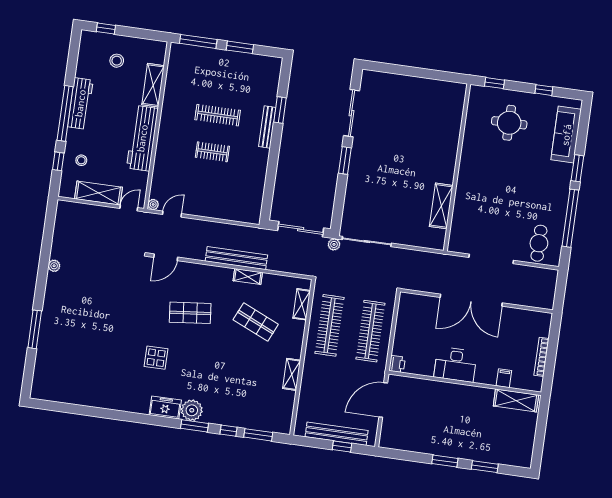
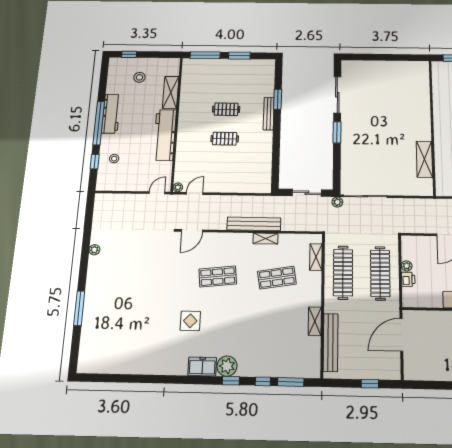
clothes rail: (218, 115) -> (226, 109), width x0.73
shelving: (98, 193) -> (130, 184), removed
sliding door: (301, 229) -> (307, 193), width x0.73
shop shelf: (256, 322) -> (277, 278), turned -33
plant: (401, 327) -> (407, 266), added
printer: (397, 364) -> (408, 279), moved
window: (195, 426) -> (231, 381), width x0.67
bench: (337, 434) -> (331, 342), moved, turned 90

